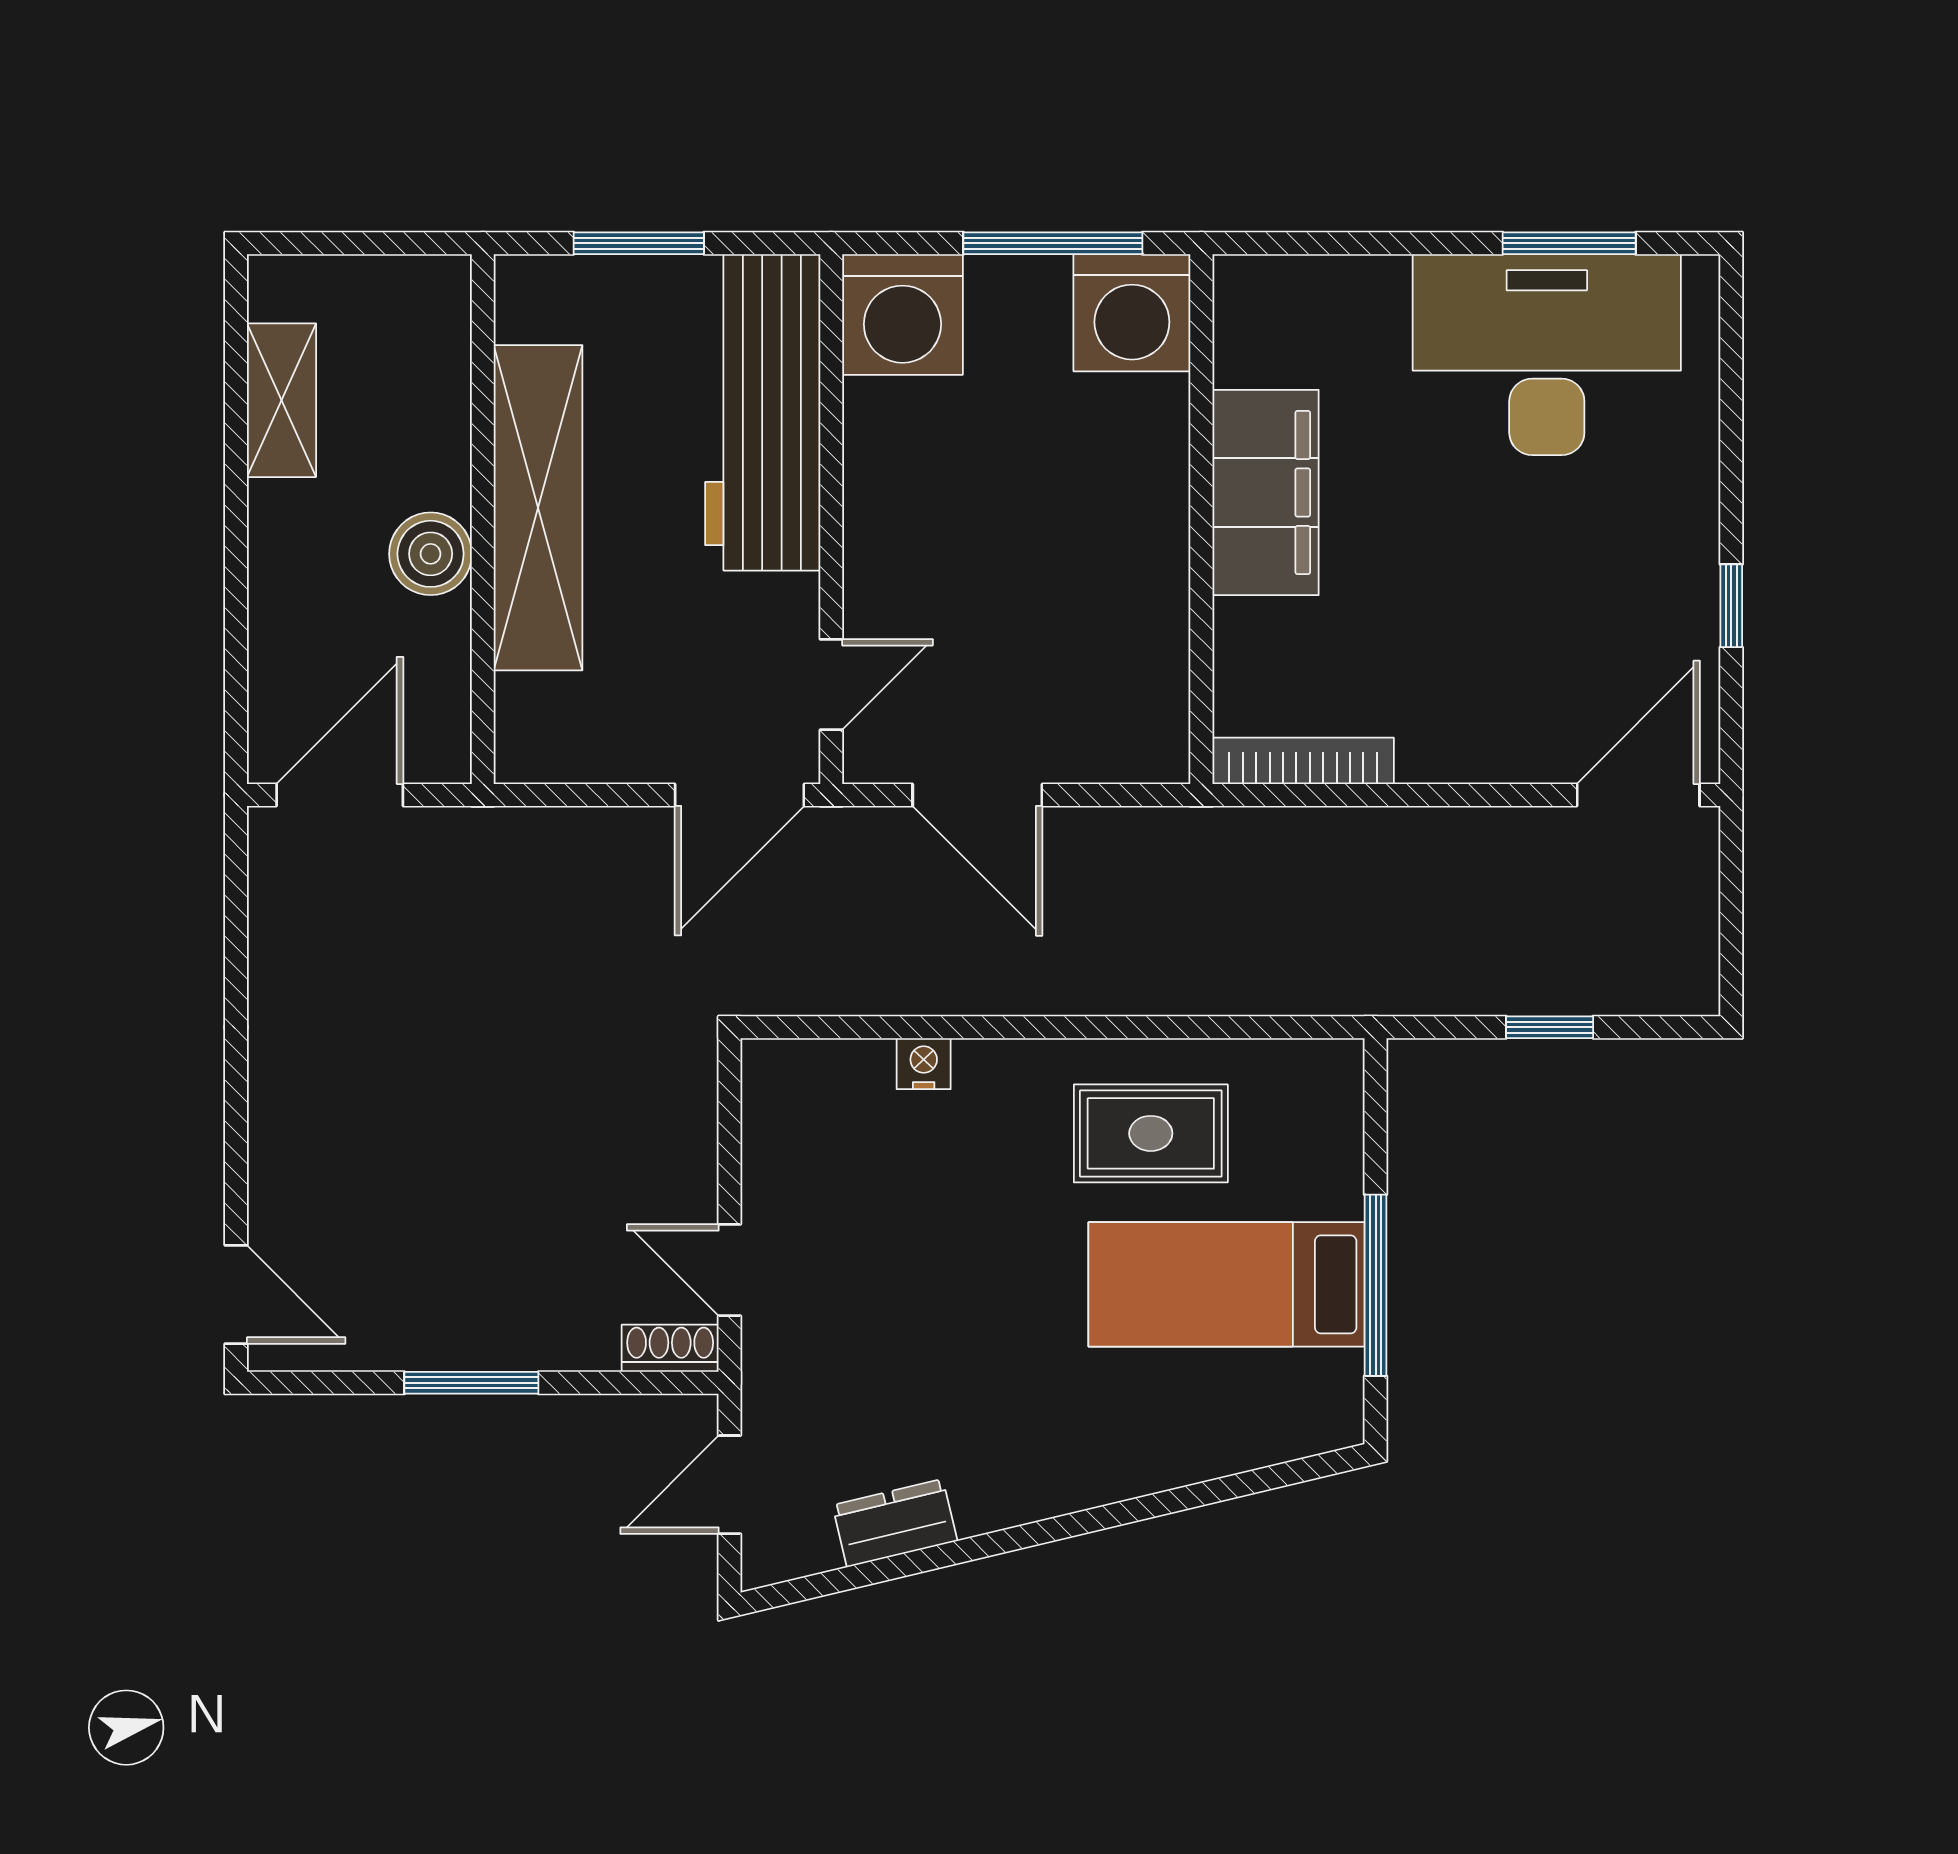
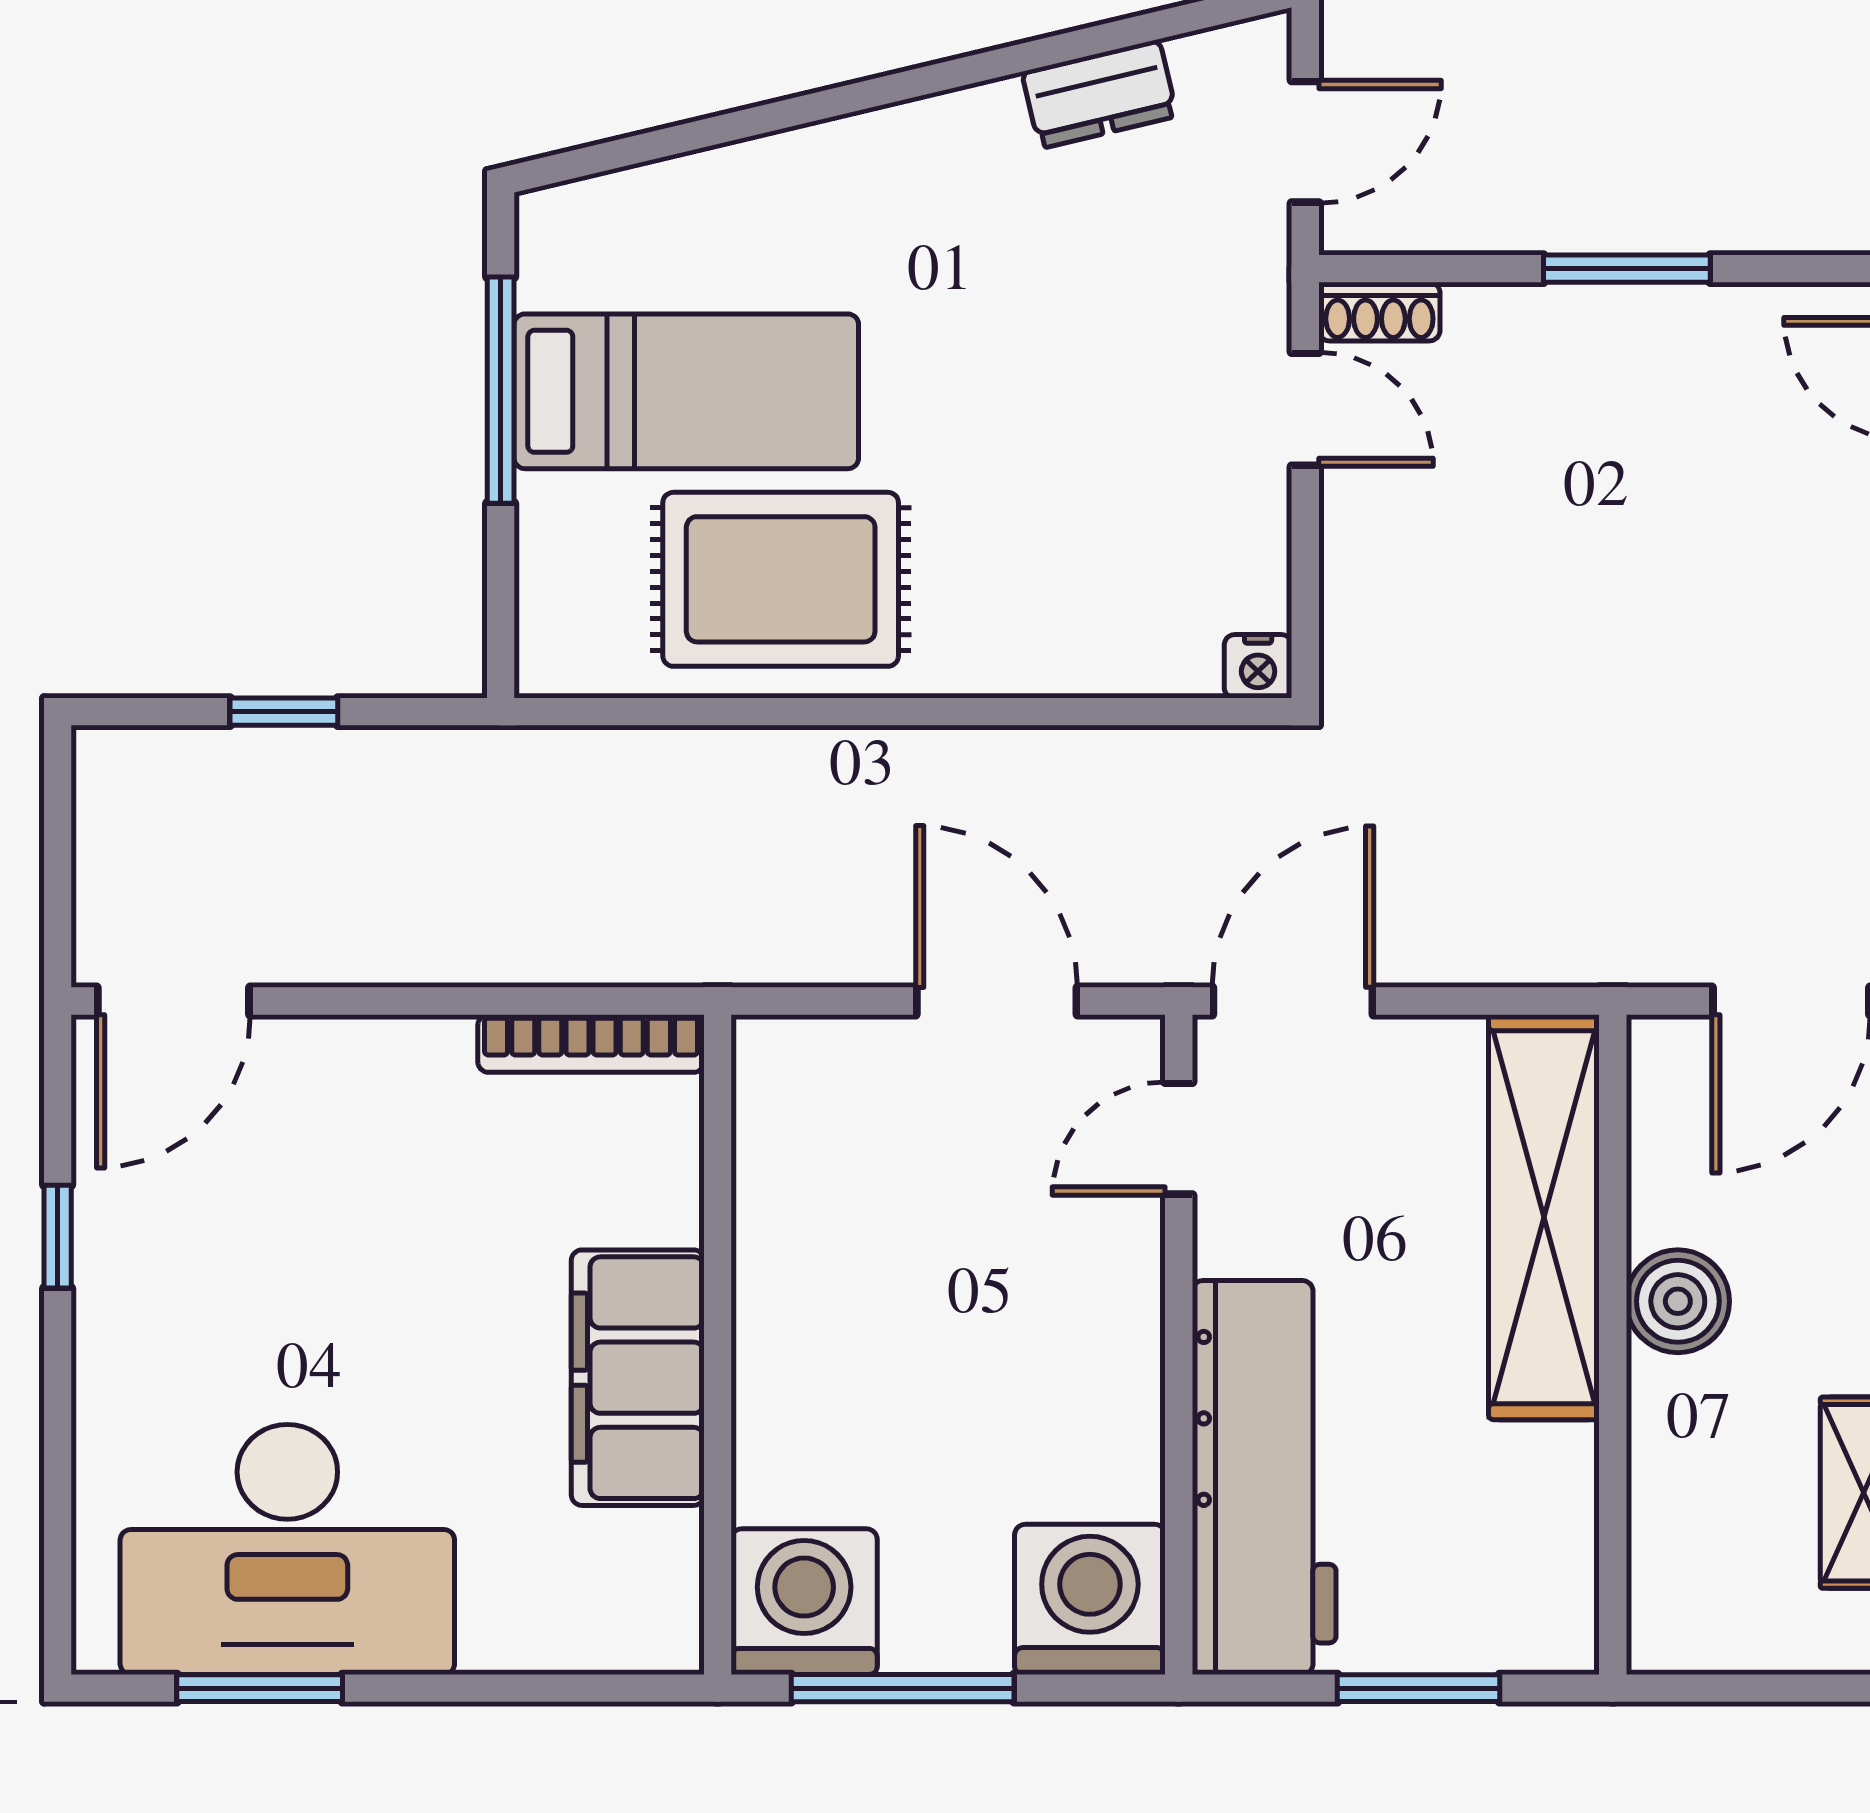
shelving: (538, 508) -> (1544, 1217), moved
nightstand: (924, 1064) -> (1258, 666), moved
rug: (1151, 1133) -> (781, 579), width x1.36, depth x1.43

